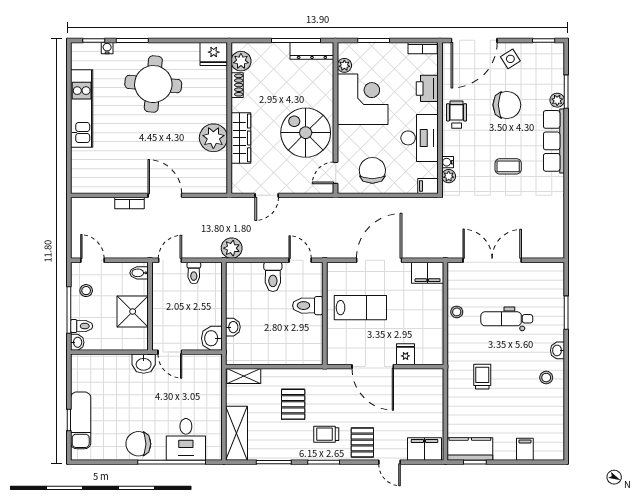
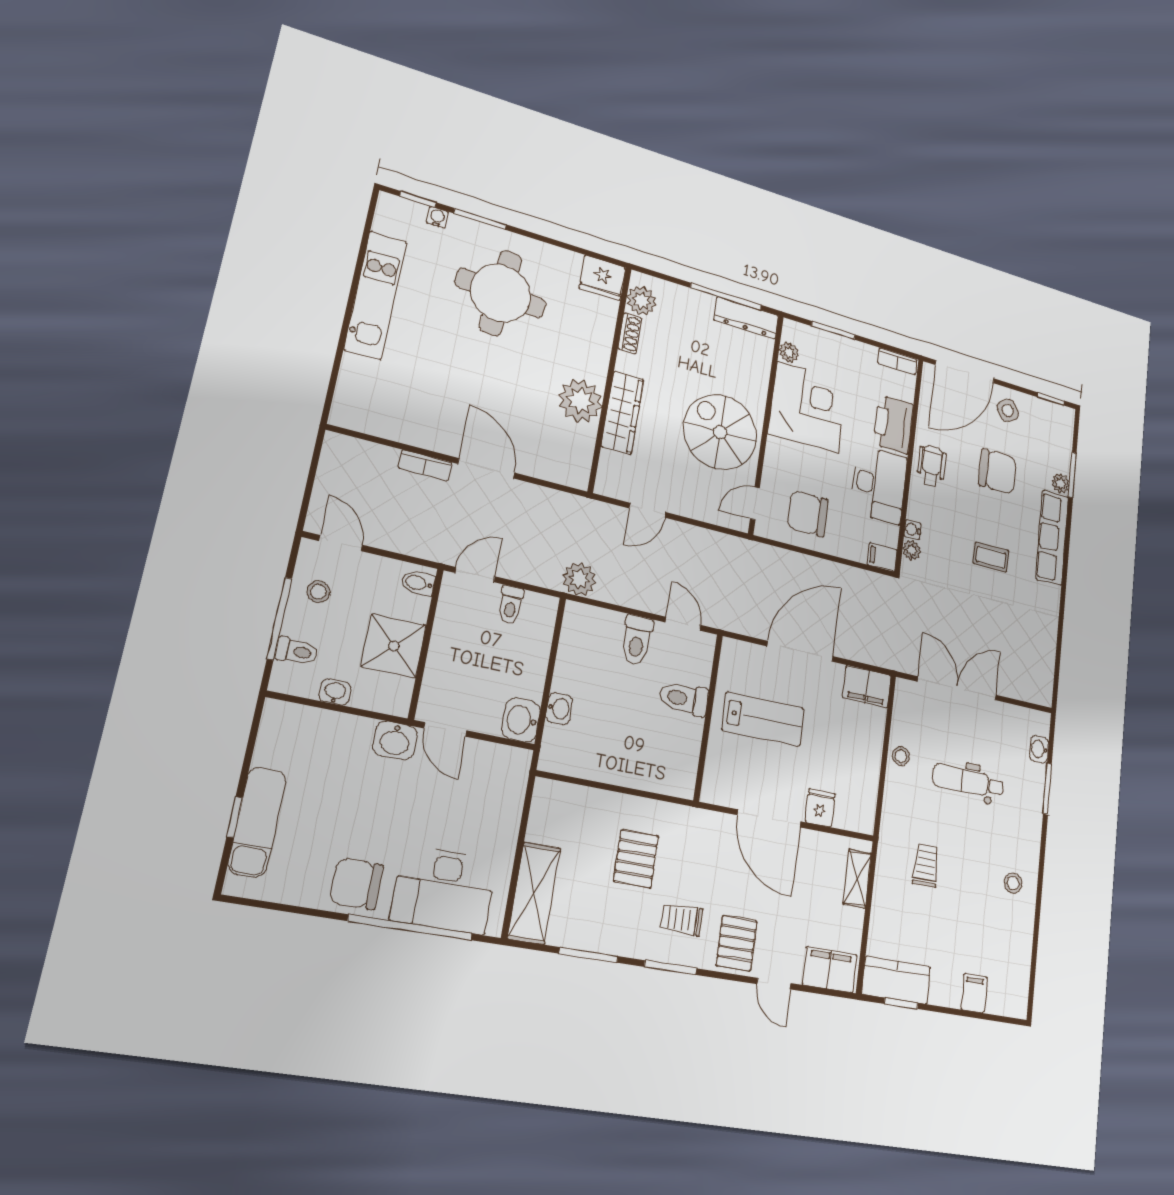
printer: (427, 88) -> (893, 424), width x1.37, depth x1.19
chair: (372, 170) -> (808, 514), turned -90
washbasin: (77, 342) -> (335, 692), moved, turned -90
washbasin: (557, 350) -> (1039, 749), moved
shelving: (244, 376) -> (857, 879), moved, turned 90
desk: (186, 439) -> (444, 890), width x1.37

